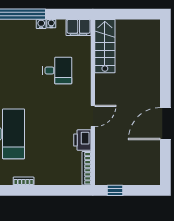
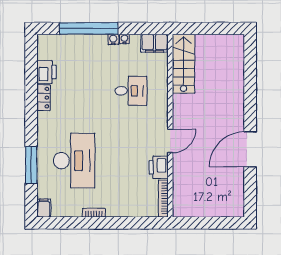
window: (115, 190) -> (195, 223), removed

